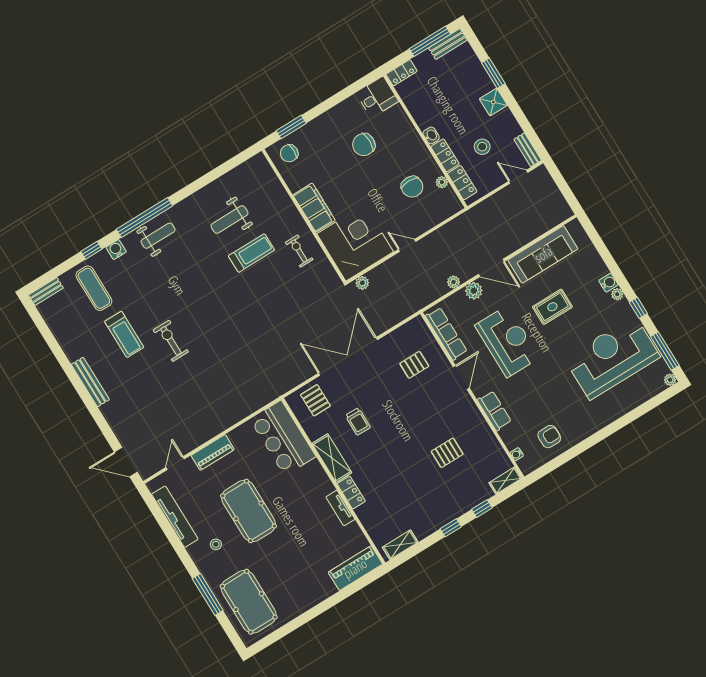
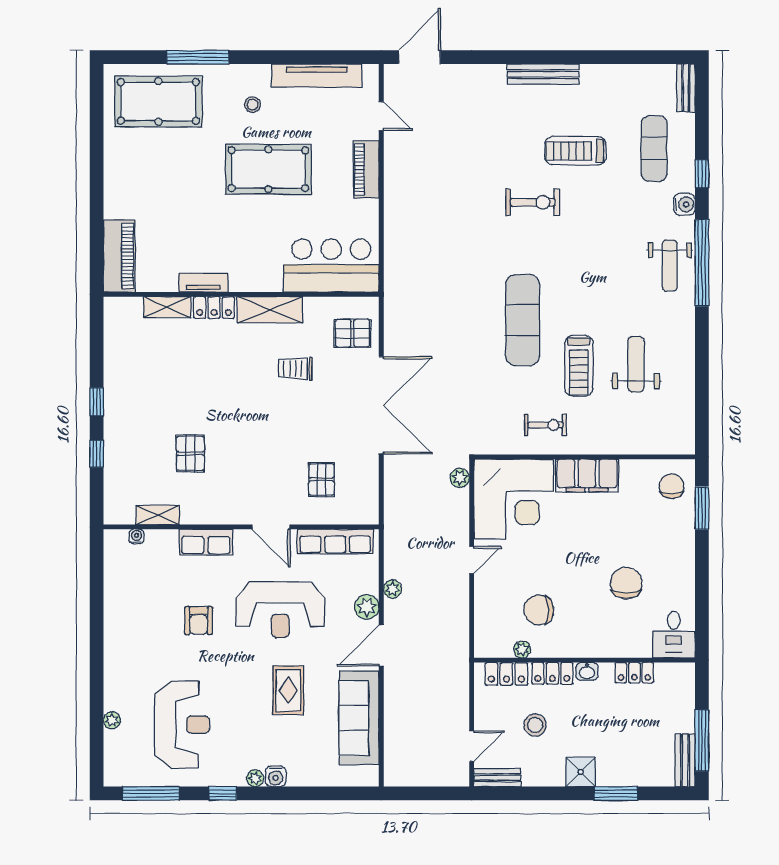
locker: (402, 73) -> (634, 673), moved, turned -90
exercise mat: (94, 288) -> (654, 149), turned 90
exercise mat: (245, 304) -> (523, 320), added
reception desk: (612, 358) -> (182, 725), width x0.74, depth x0.77
plant: (670, 380) -> (112, 720), moved
armchair: (549, 437) -> (199, 621), moved
shelving: (505, 481) -> (158, 515), moved, turned 90
shelving: (400, 545) -> (167, 307), moved, turned 90

